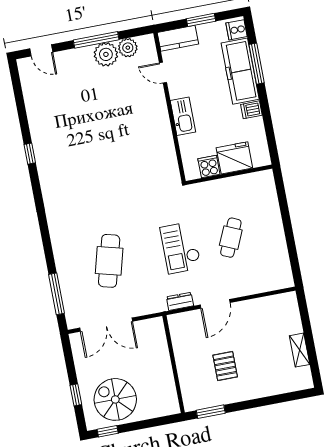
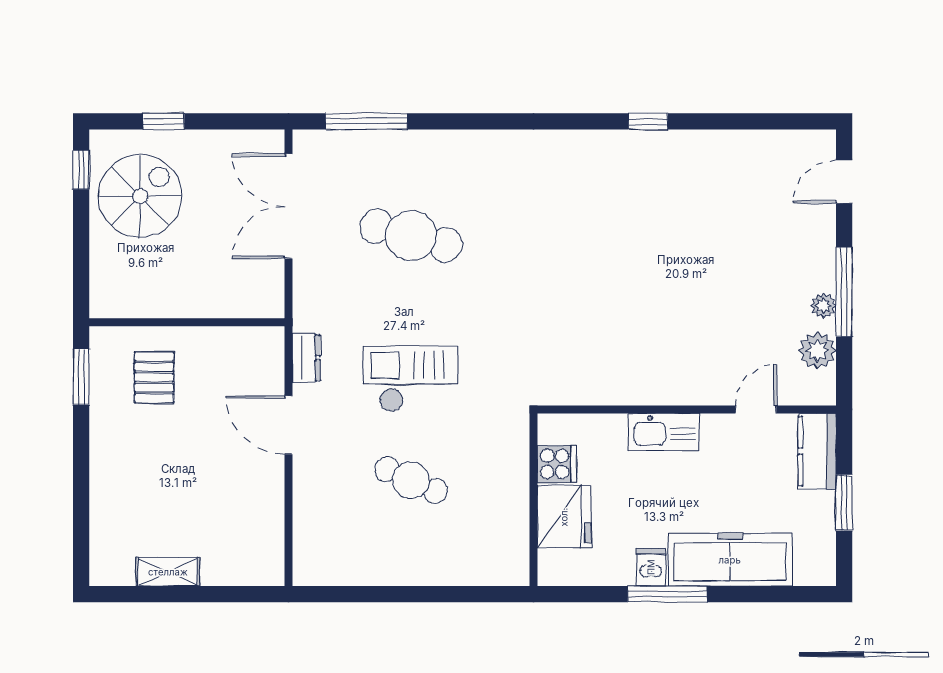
cooker: (237, 30) -> (812, 568), removed
plant: (106, 54) -> (823, 306), width x0.53, depth x0.53
window: (257, 64) -> (667, 594), moved
pallet: (225, 366) -> (154, 377), moved, turned 90

